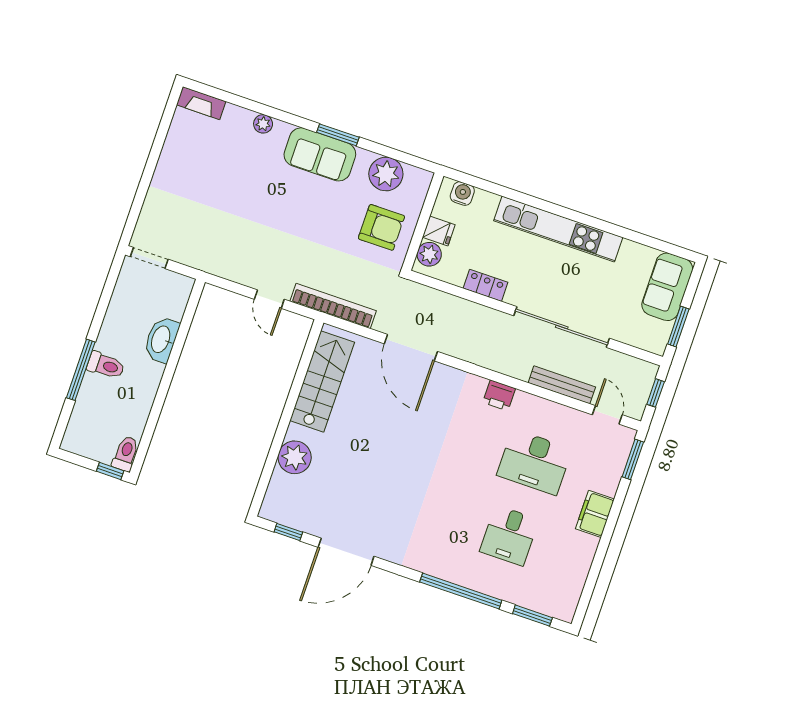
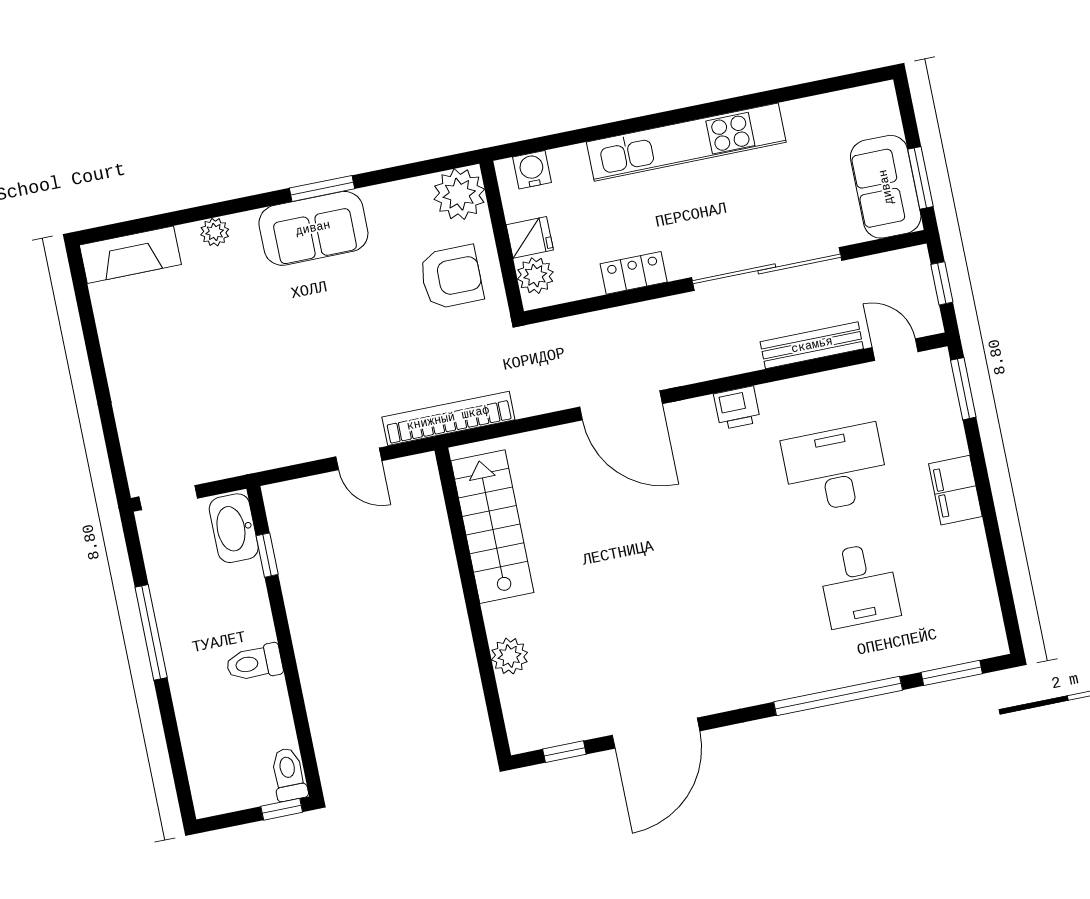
fireplace: (201, 103) -> (130, 255), width x1.37, depth x1.32
plant: (386, 174) -> (459, 194), moved
sofa: (667, 287) -> (886, 187), moved
window: (186, 323) -> (267, 555), added
washbasin: (161, 340) -> (234, 528), moved
door: (411, 348) -> (621, 405), moved
toilet: (106, 365) -> (254, 663), moved, turned 180
window: (81, 370) -> (151, 632), moved
plant: (295, 457) -> (510, 656), width x0.73, depth x0.73
desk: (534, 462) -> (835, 469), turned 180

